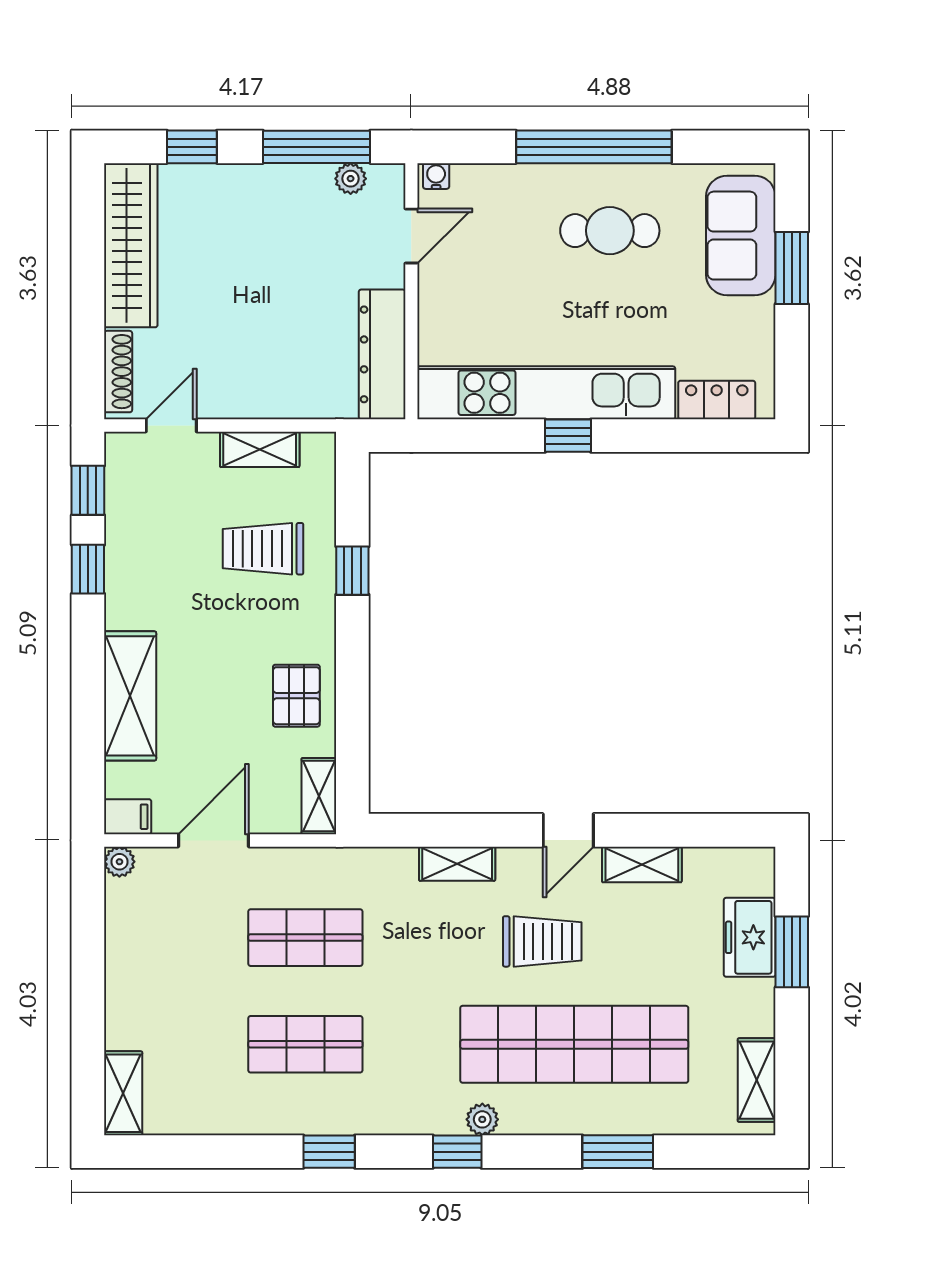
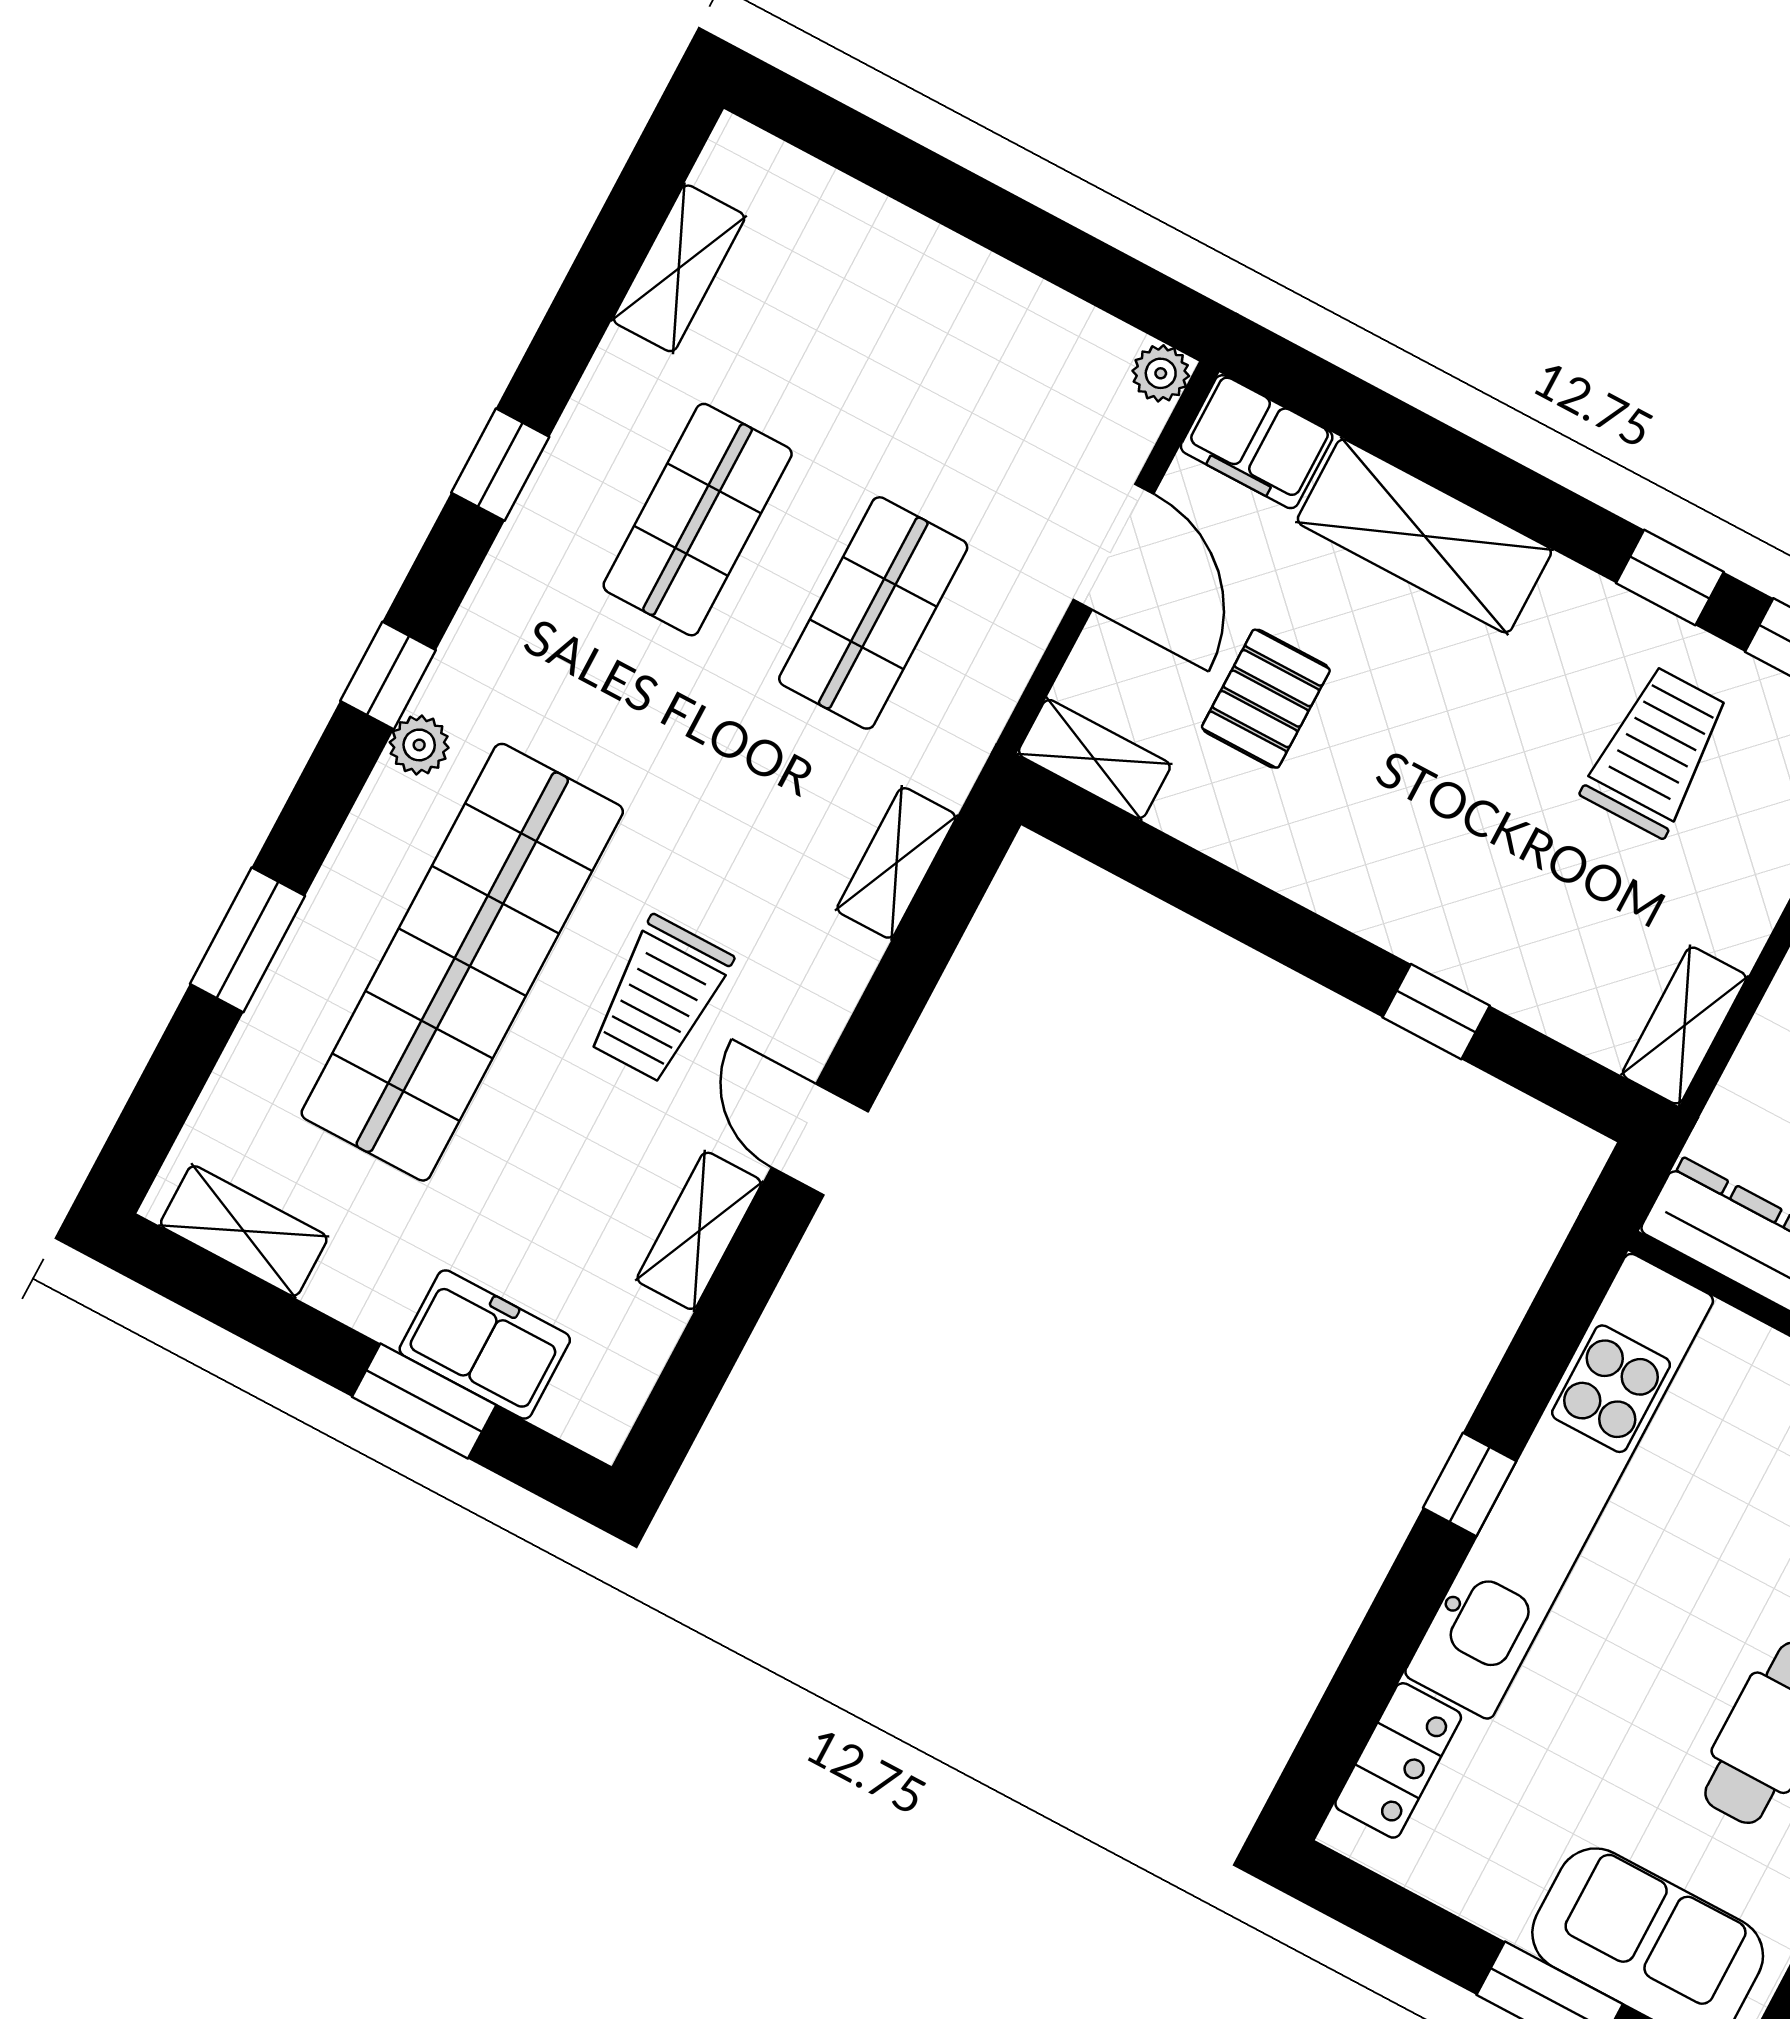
shelving: (260, 449) -> (1685, 1026), moved
trolley: (263, 549) -> (1656, 751), moved
pallet: (296, 696) -> (1266, 699), moved, turned 90
filing cabinet: (128, 817) -> (1257, 442), width x2.00
shelving: (457, 864) -> (896, 863), moved
shelving: (123, 1093) -> (679, 268), moved, turned 90

